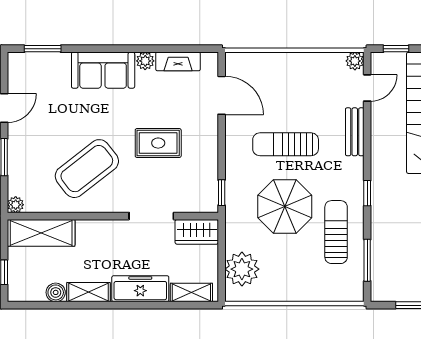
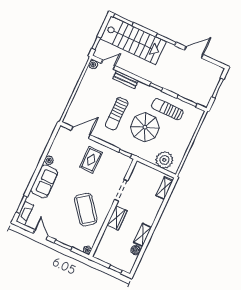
fireplace: (178, 61) -> (25, 213), moved
door: (367, 88) -> (108, 65), hinge flipped
rug: (158, 143) -> (91, 160), moved
wardrobe: (197, 232) -> (117, 218), moved
shelving: (41, 233) -> (105, 244), removed
freezer: (140, 289) -> (152, 211), removed

